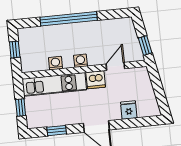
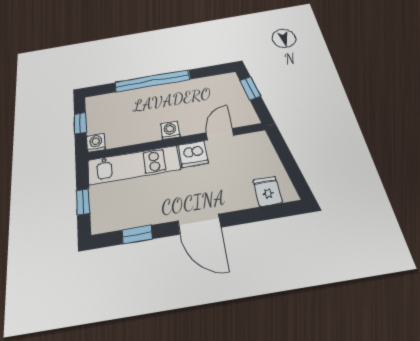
window: (145, 45) -> (250, 88), moved
washing machine: (55, 63) -> (96, 143), moved
fridge: (129, 110) -> (267, 191), moved

